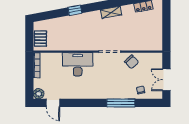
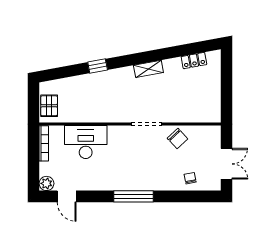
desk: (78, 64) -> (86, 142), moved
double door: (166, 80) -> (226, 164), swing flipped
window: (121, 103) -> (134, 196), moved

